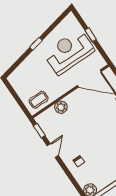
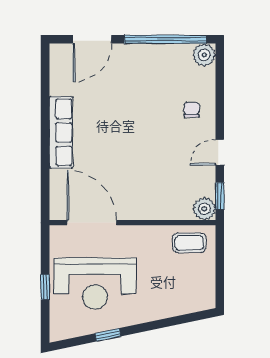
window: (36, 44) -> (108, 335), moved
plant: (61, 107) -> (204, 209), moved

